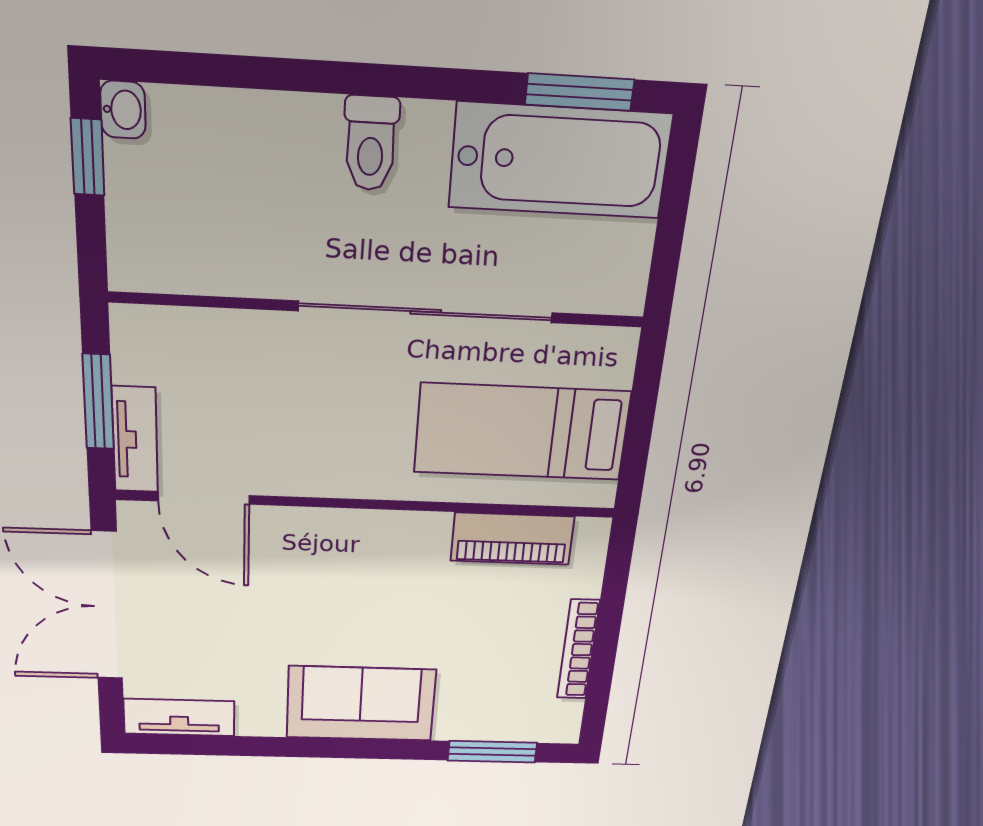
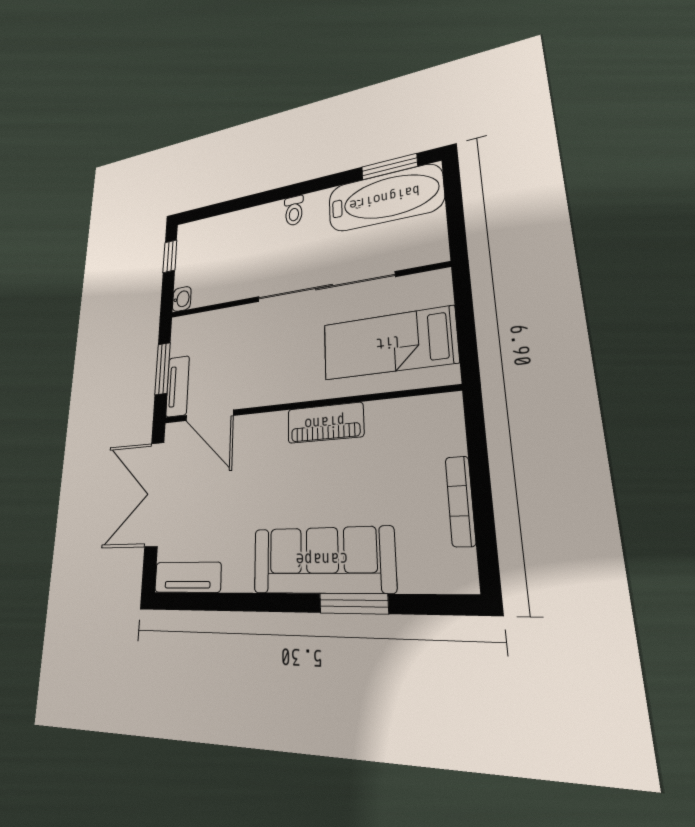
washbasin: (123, 110) -> (182, 299), moved
toilet: (371, 143) -> (294, 211), width x0.73, depth x0.72
piano: (512, 539) -> (325, 423), moved
sofa: (361, 704) -> (322, 560), width x1.36
window: (492, 752) -> (354, 603), moved

